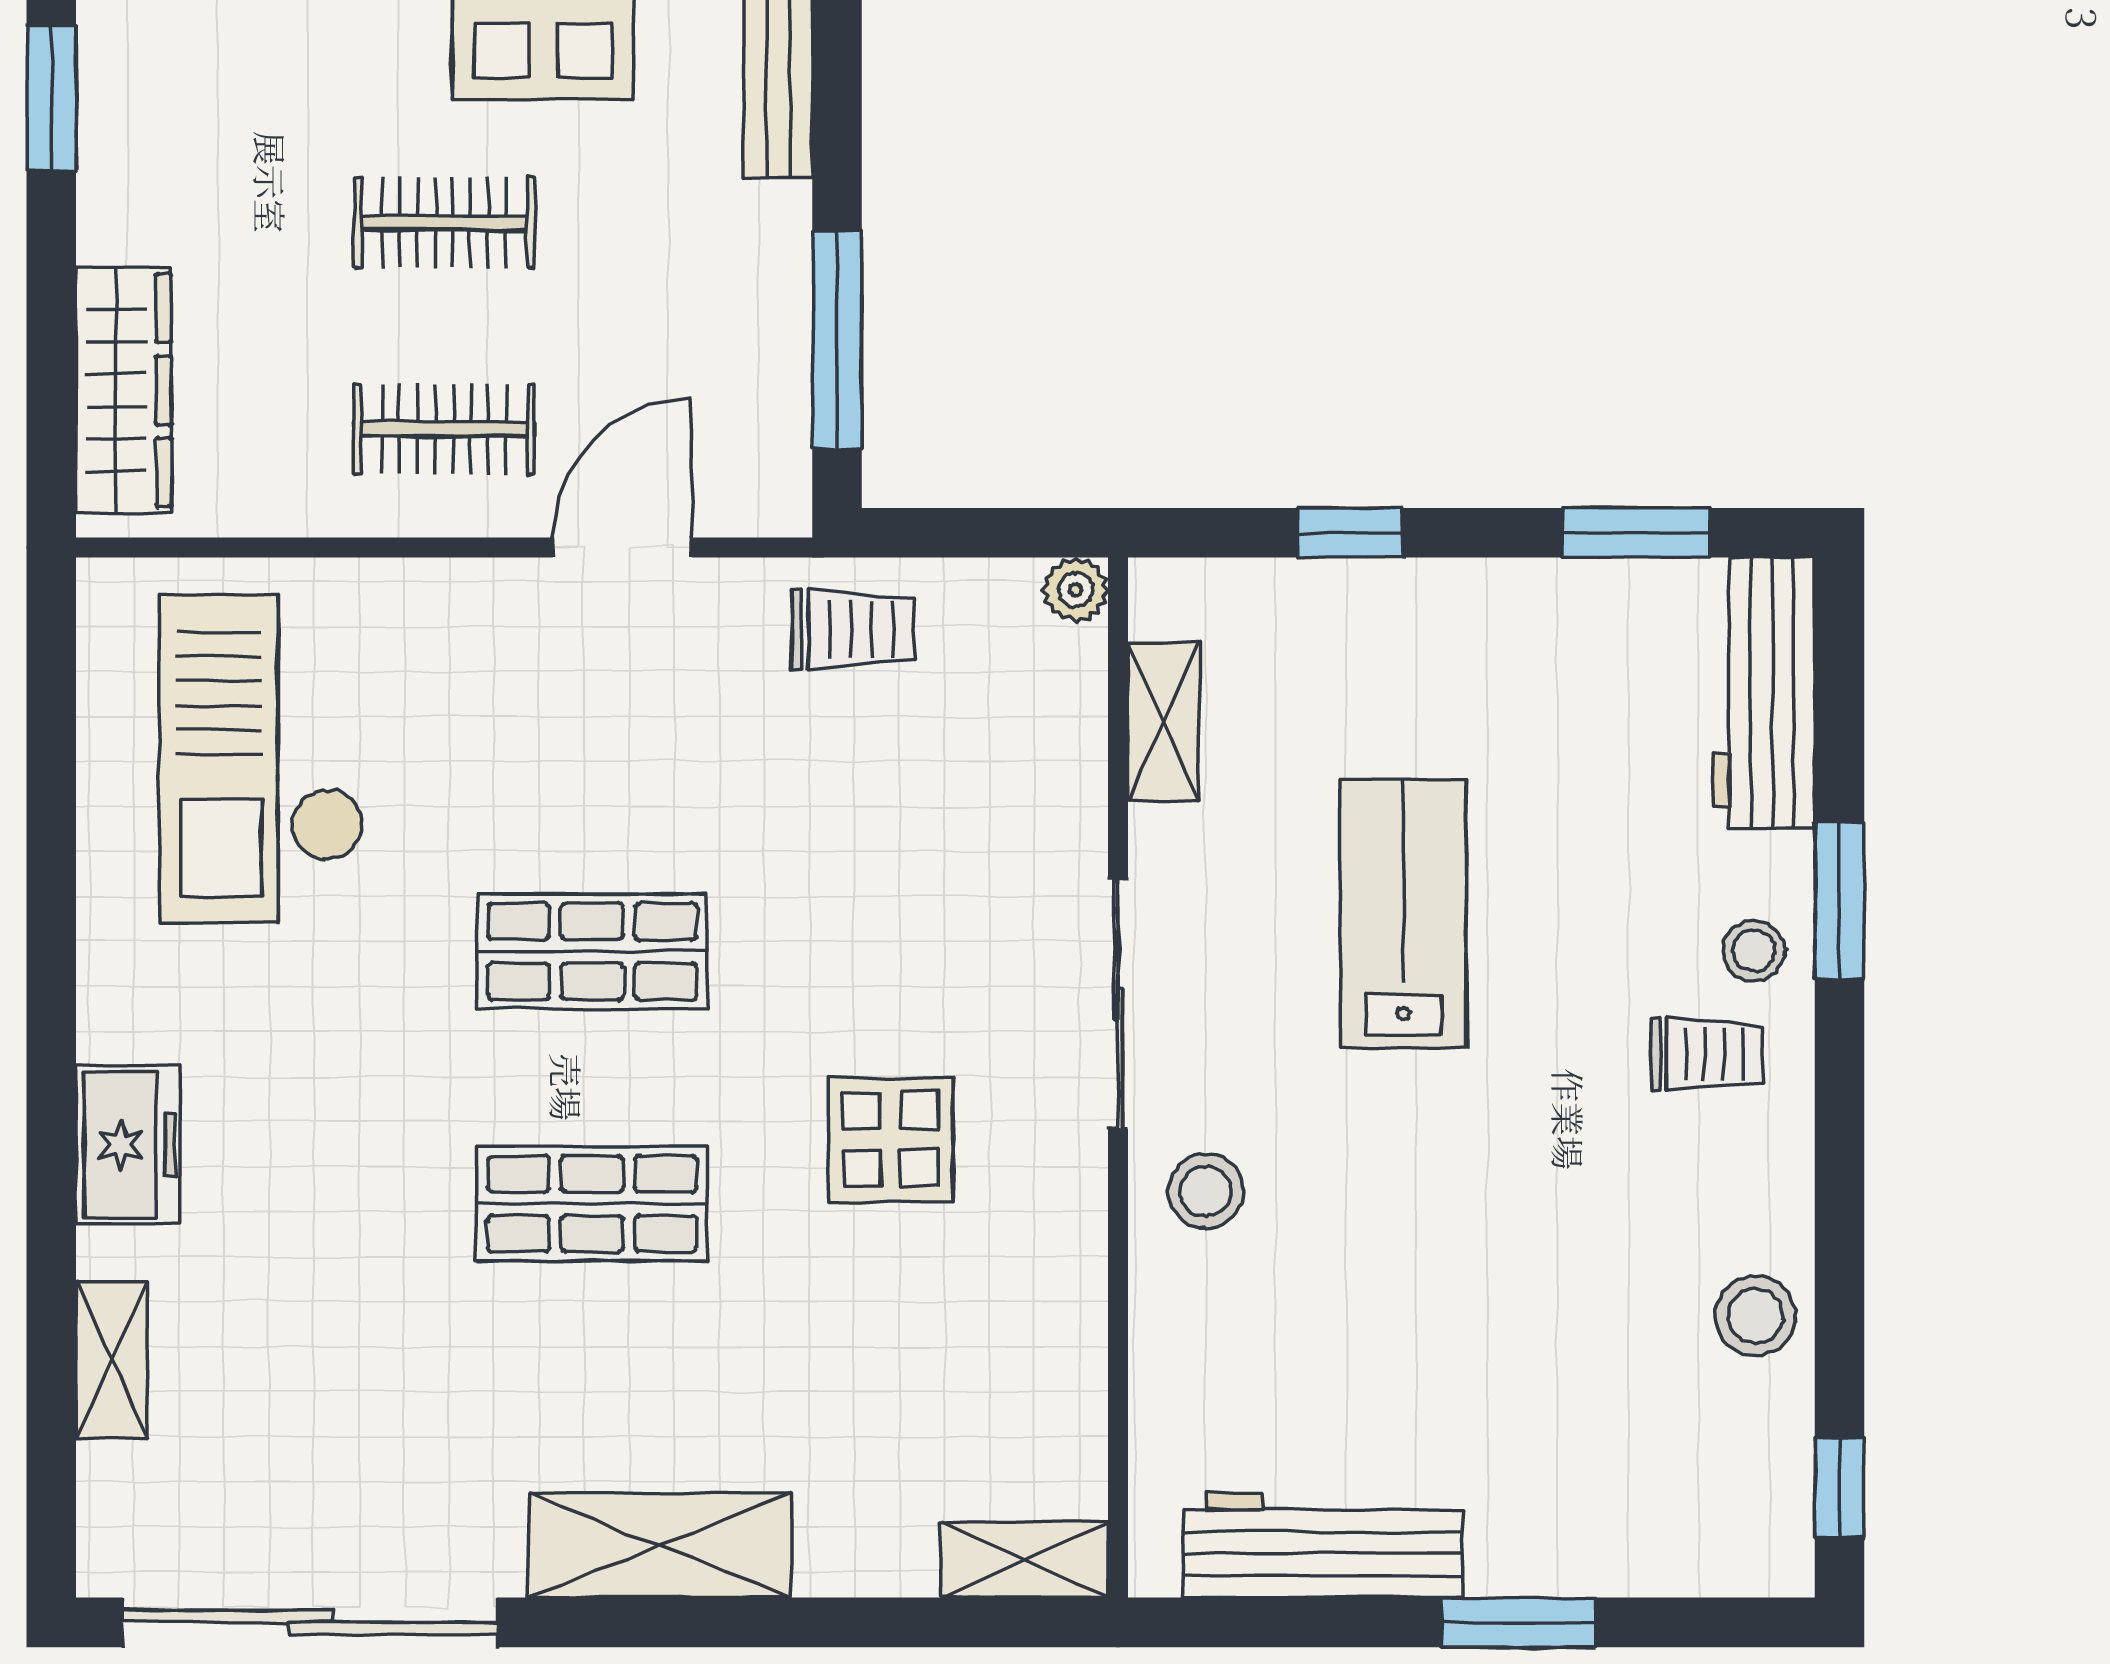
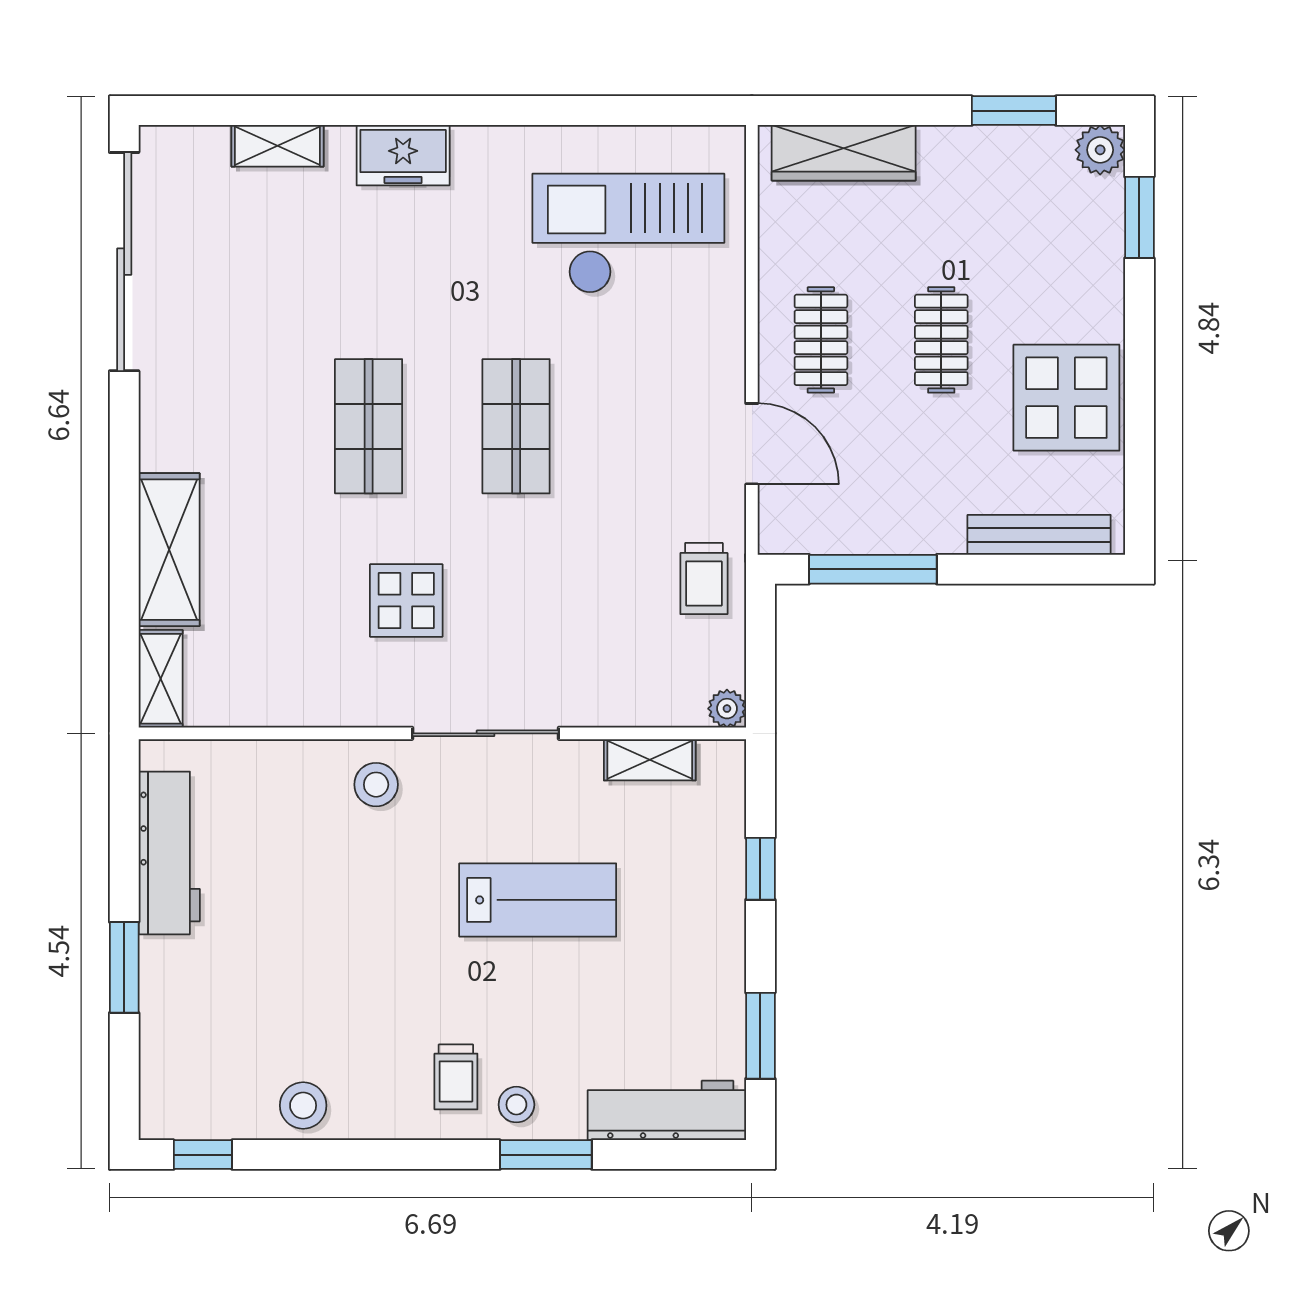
shelving: (660, 1545) -> (169, 550), moved

